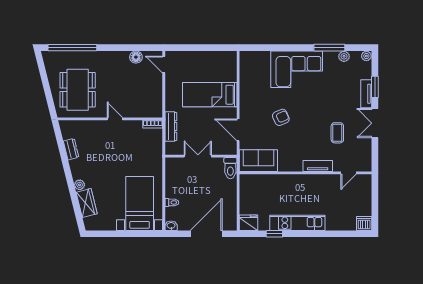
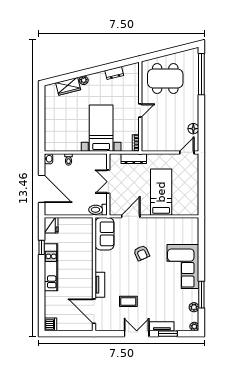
double door: (198, 156) -> (108, 182), swing flipped
door: (348, 173) -> (94, 311), width x1.88
bed with nightstands: (140, 203) -> (101, 128), moved, turned -90

